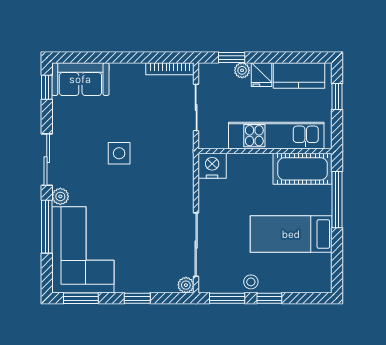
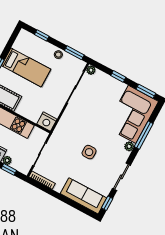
sofa: (80, 79) -> (84, 196), width x1.36
sliding door: (47, 160) -> (121, 177), moved
window: (269, 298) -> (42, 35), moved

